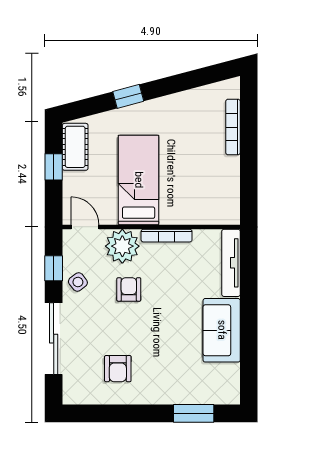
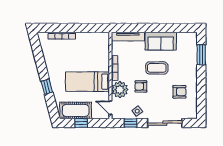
cot: (75, 147) -> (76, 110), width x1.37, depth x1.34
door: (85, 227) -> (110, 108), hinge flipped
coffee table: (167, 322) -> (157, 68), added

